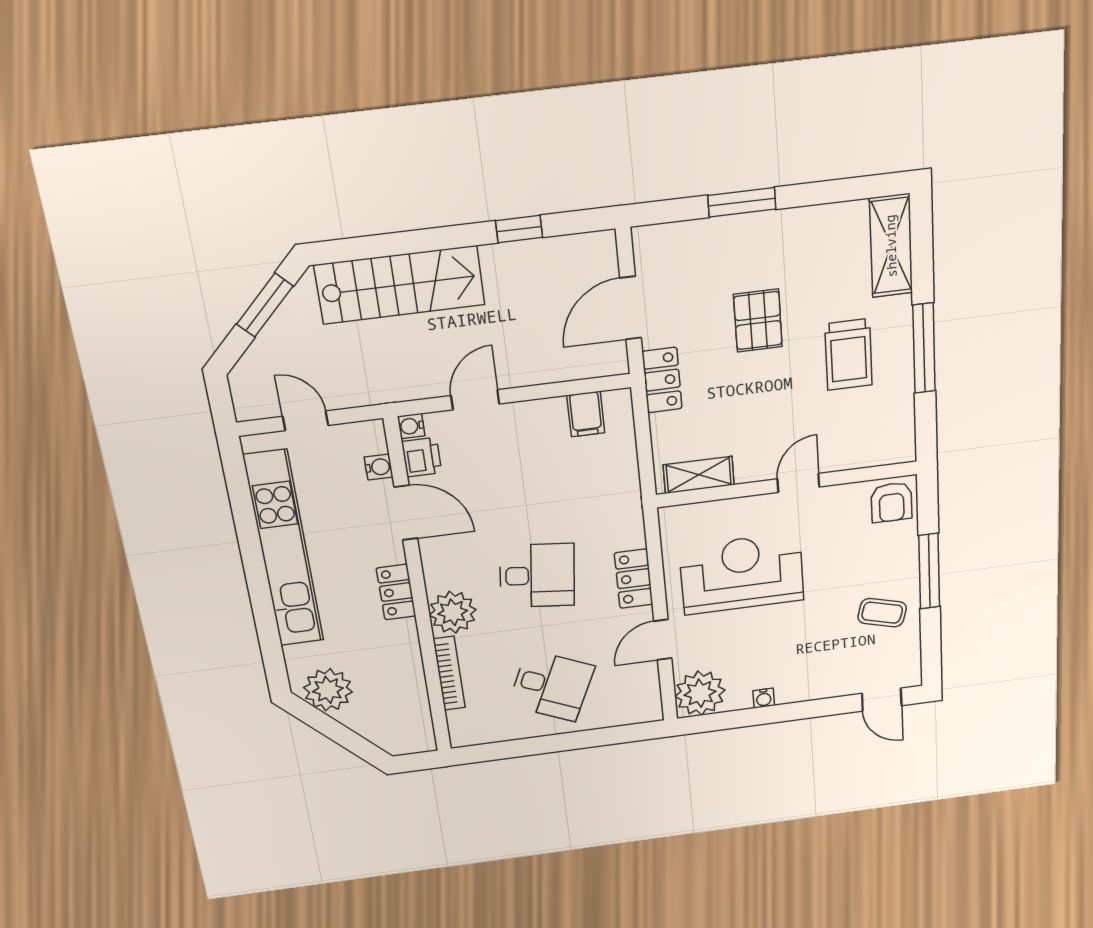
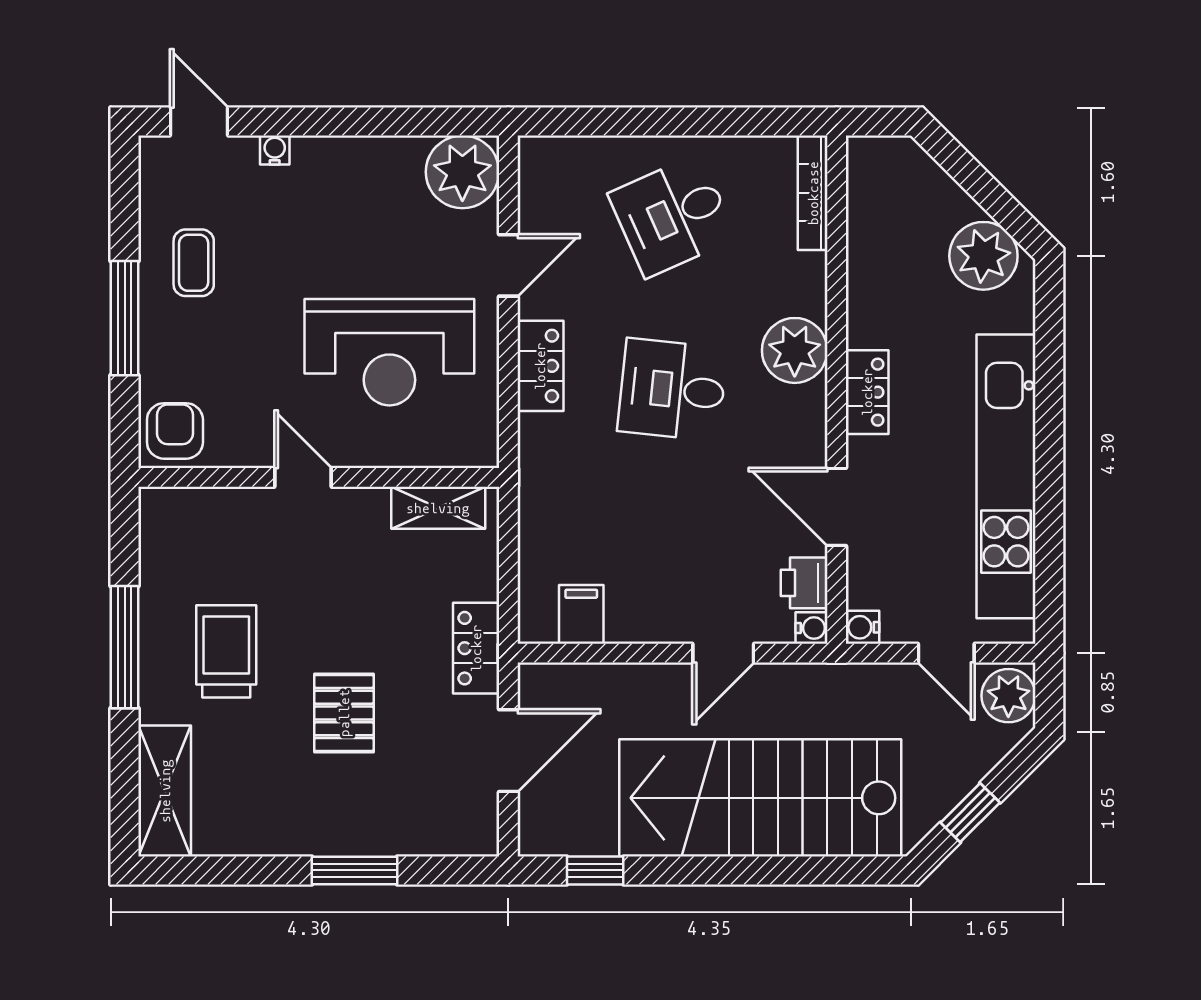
window: (519, 229) -> (595, 870), moved
stairs: (400, 285) -> (760, 798), width x1.36, depth x1.51
window: (265, 305) -> (970, 813), width x0.67
plant: (252, 396) -> (1008, 696), added
water cooler: (379, 467) -> (862, 627), moved
door: (798, 483) -> (303, 477), swing flipped
coffee table: (882, 613) -> (194, 263), turned 75
bookcase: (449, 673) -> (813, 193), moved
desk: (551, 686) -> (672, 216), turned -48
water cooler: (764, 698) -> (275, 150), moved

